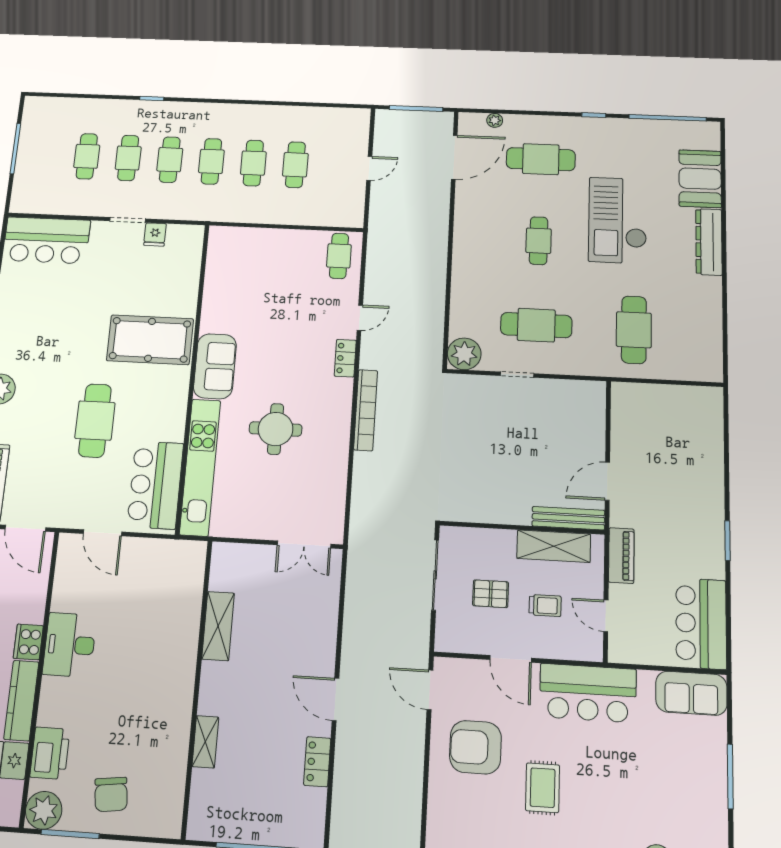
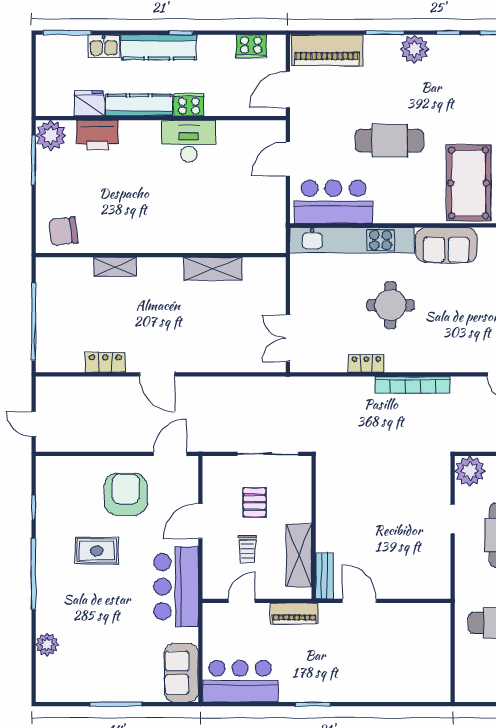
locker: (345, 358) -> (366, 363), moved
bench: (568, 518) -> (324, 576), width x0.73
door: (335, 699) -> (157, 374), swing flipped
chair: (111, 794) -> (63, 231), moved

